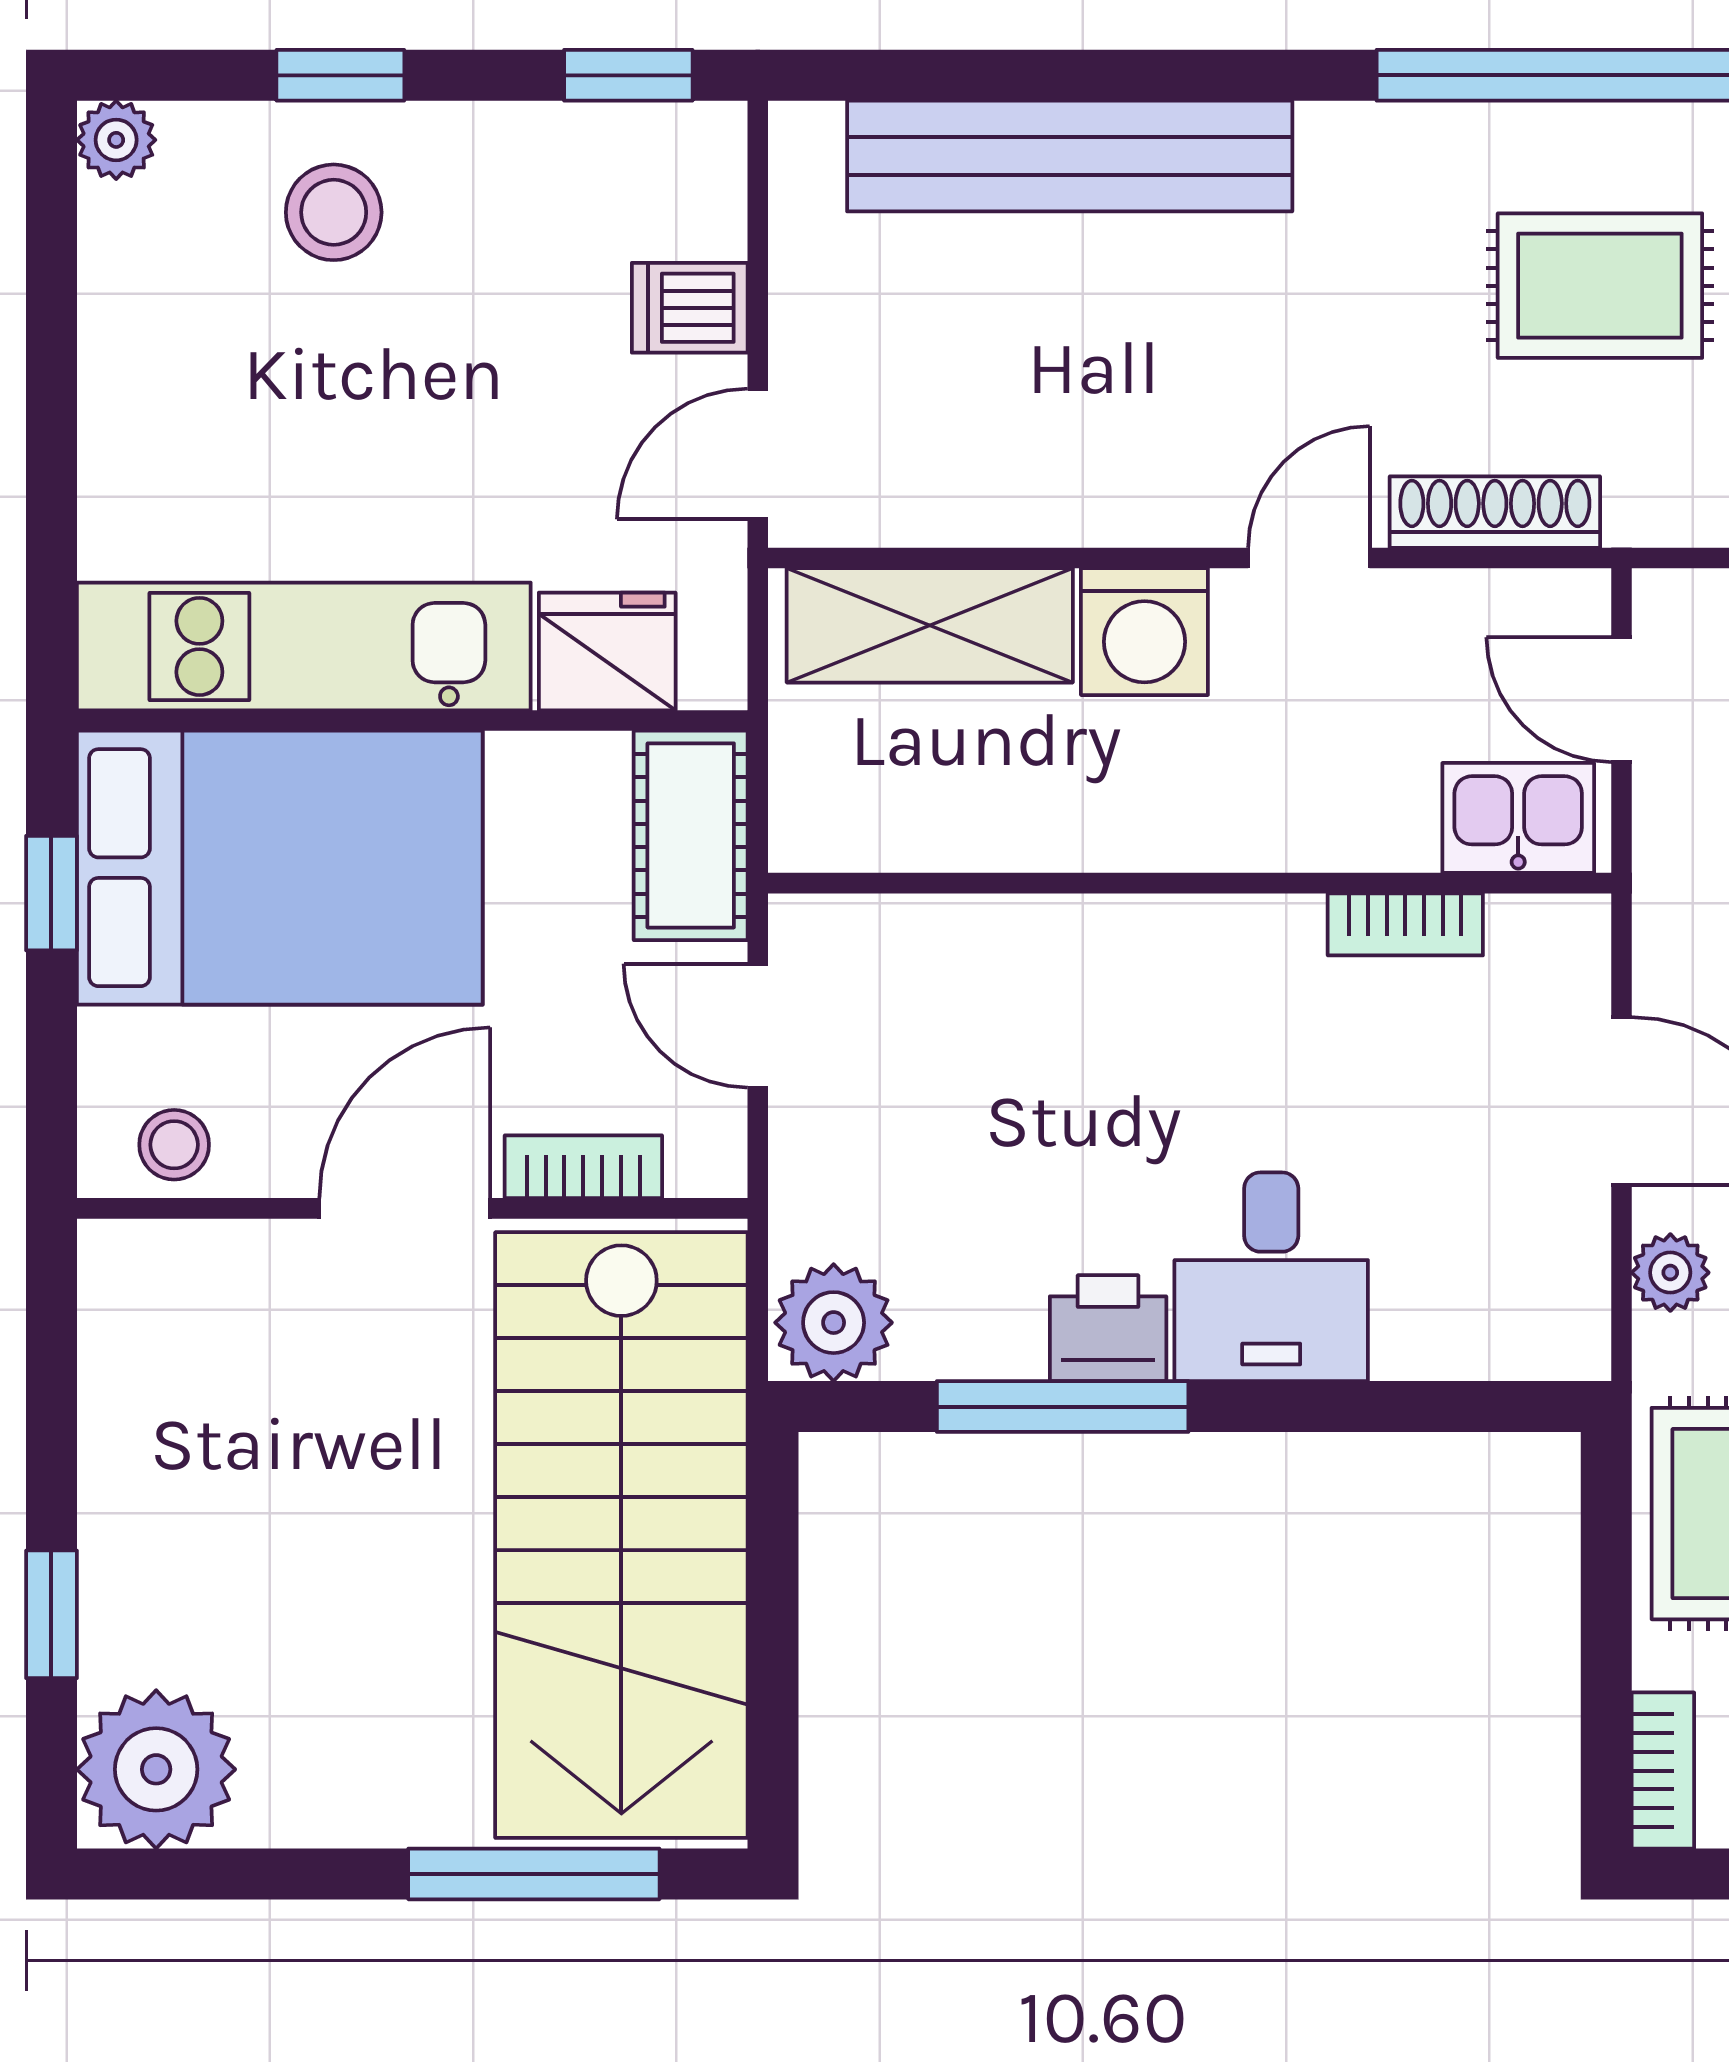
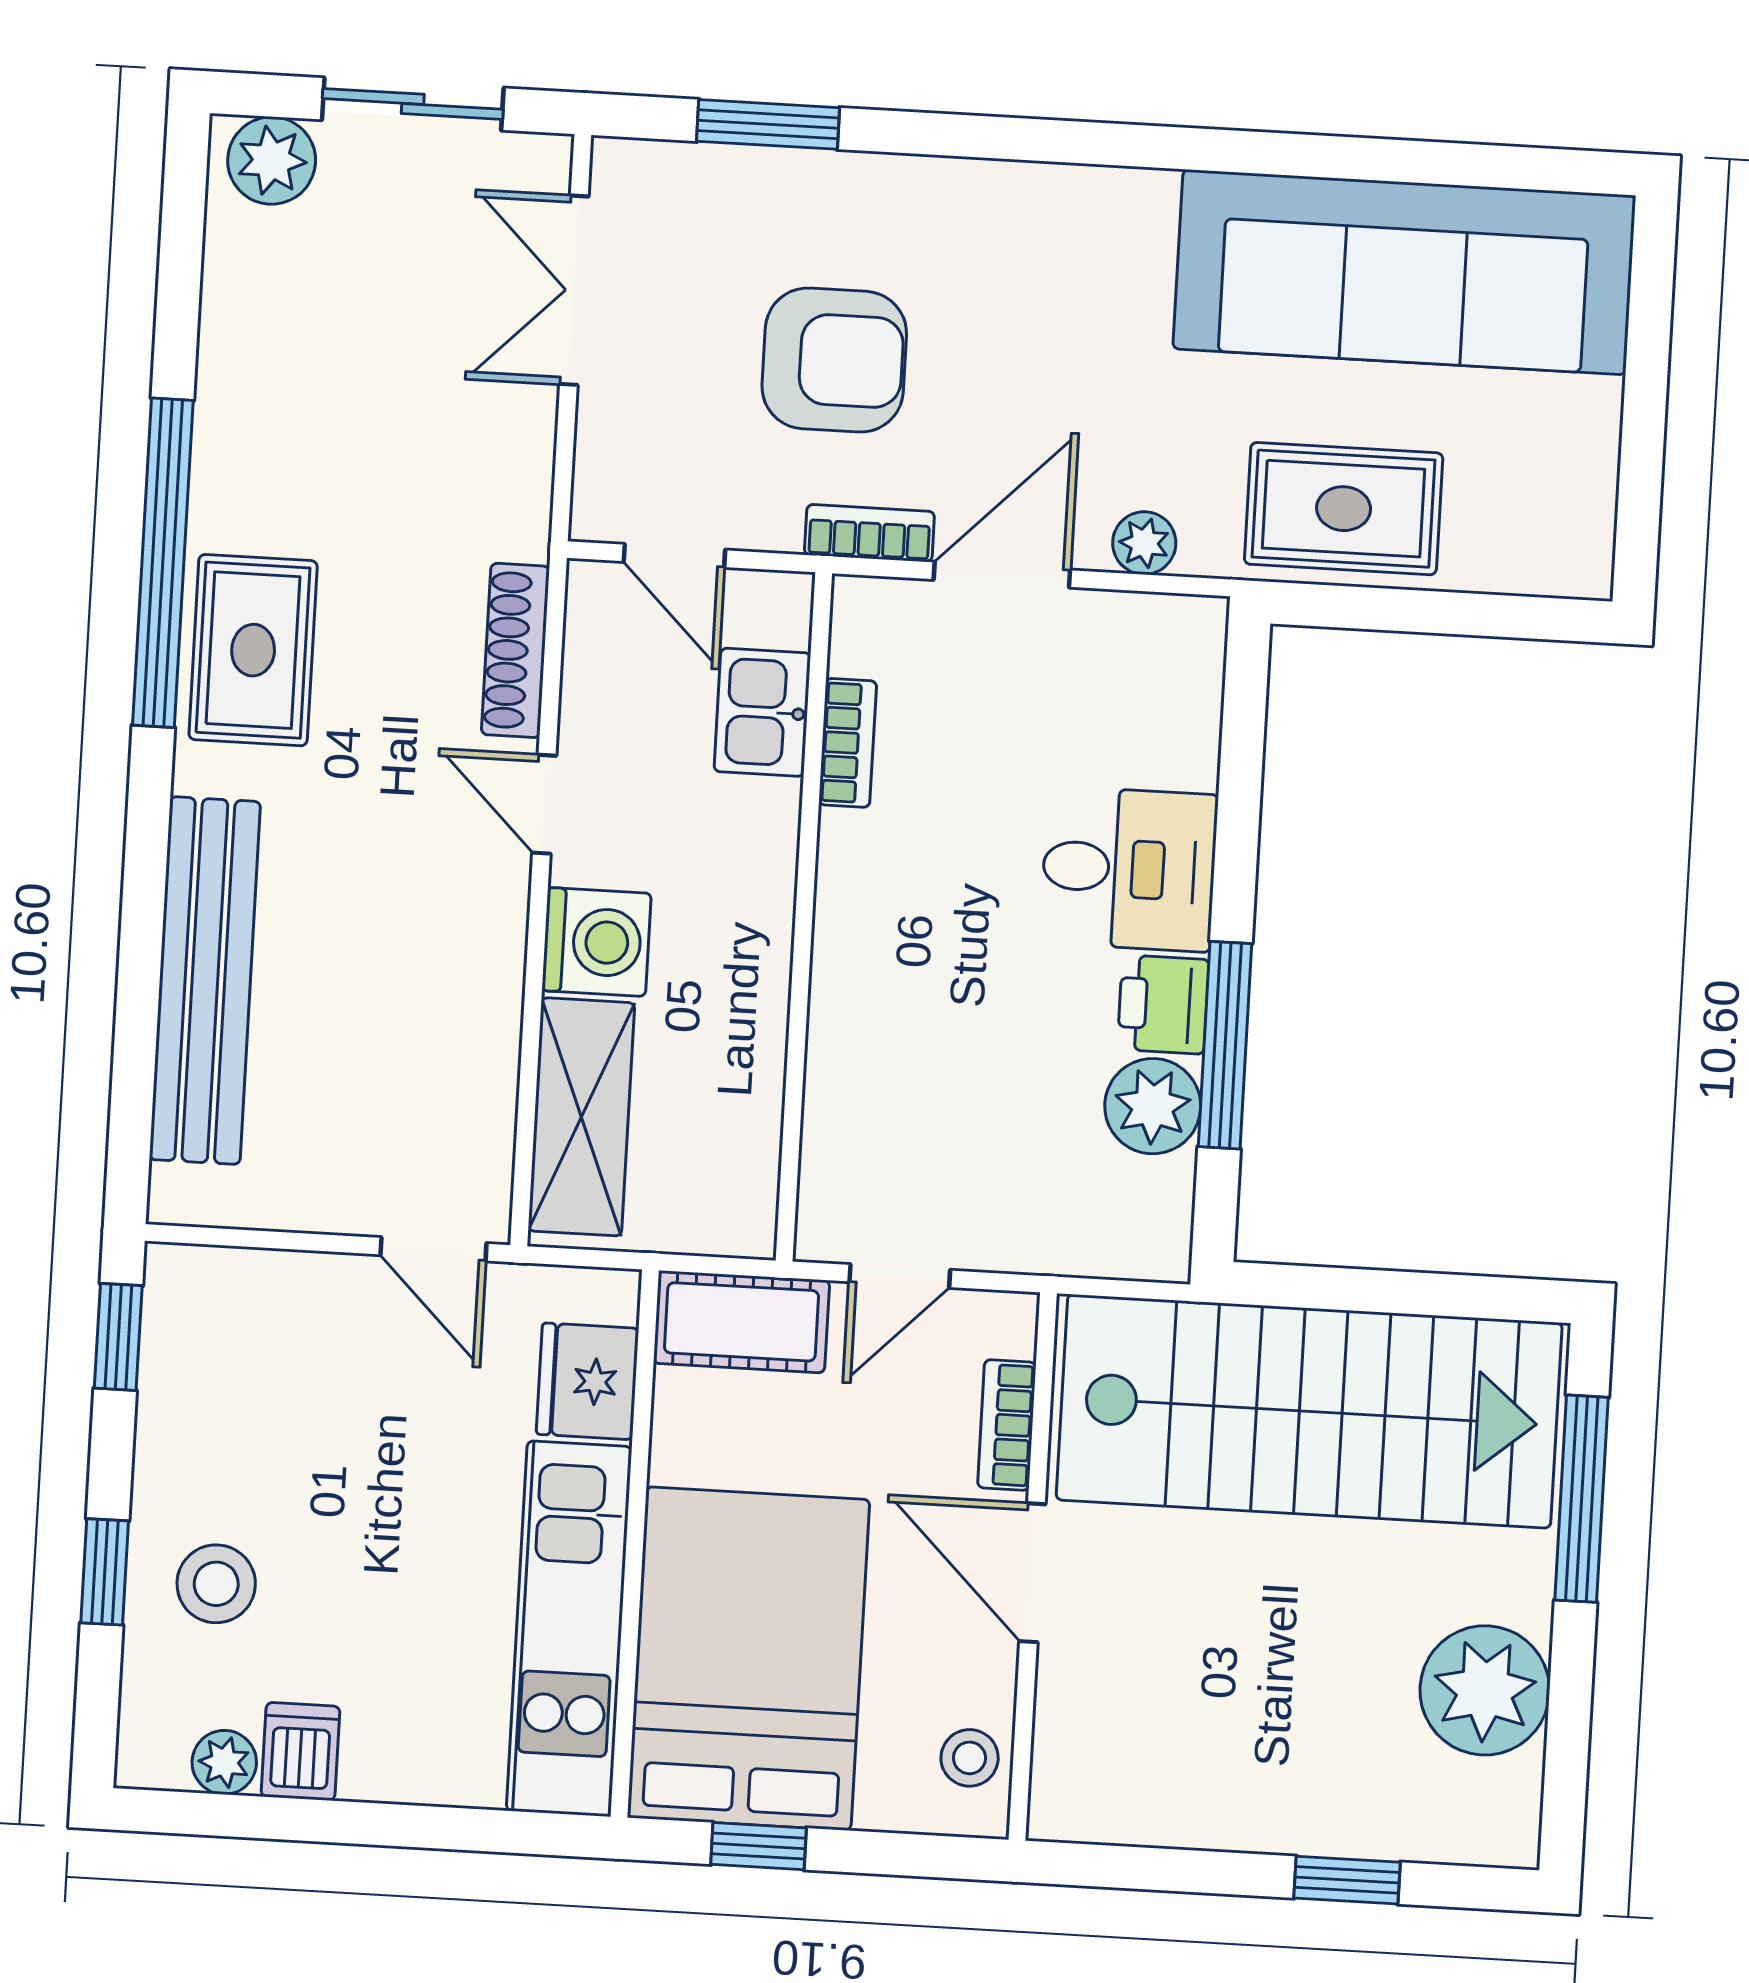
plant: (116, 140) -> (224, 1762), moved
rug: (1600, 286) -> (253, 650), moved
dishwasher: (690, 308) -> (300, 1751), moved, turned 180
door: (1622, 700) -> (674, 556), hinge flipped
kitchen sink: (1518, 818) -> (762, 712), moved
plant: (834, 1323) -> (1153, 1106), moved
plant: (156, 1769) -> (1485, 1690), moved
bookcase: (1663, 1771) -> (869, 533), moved

